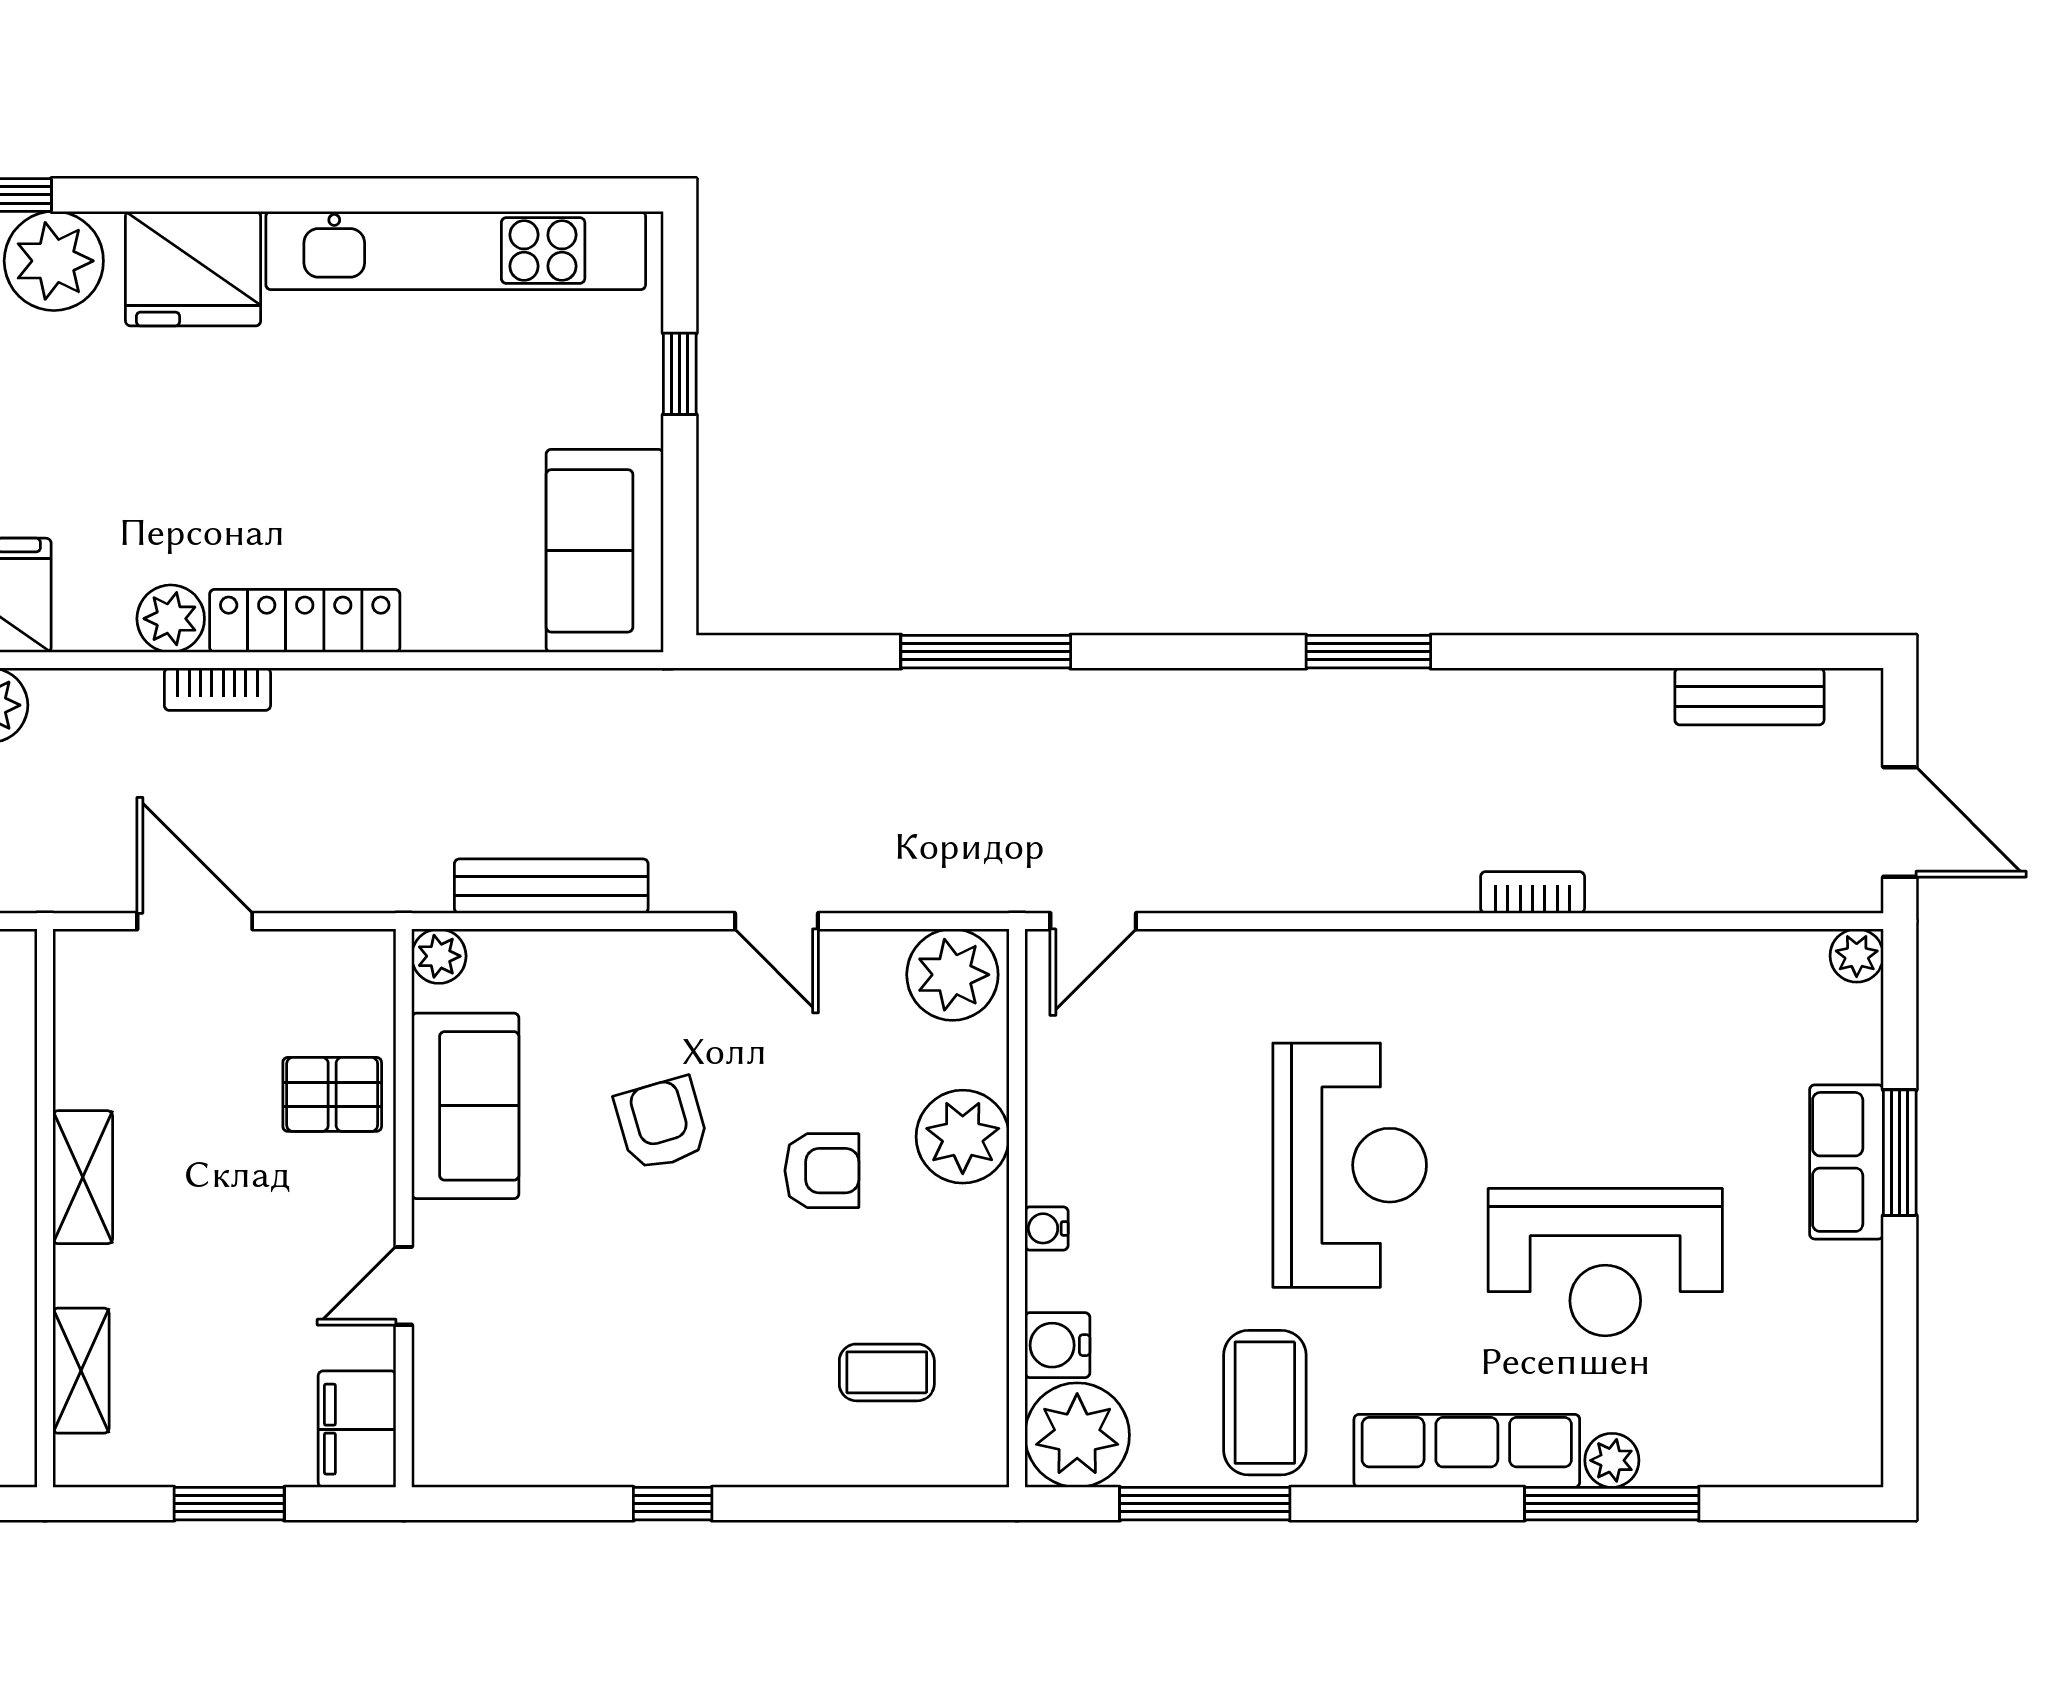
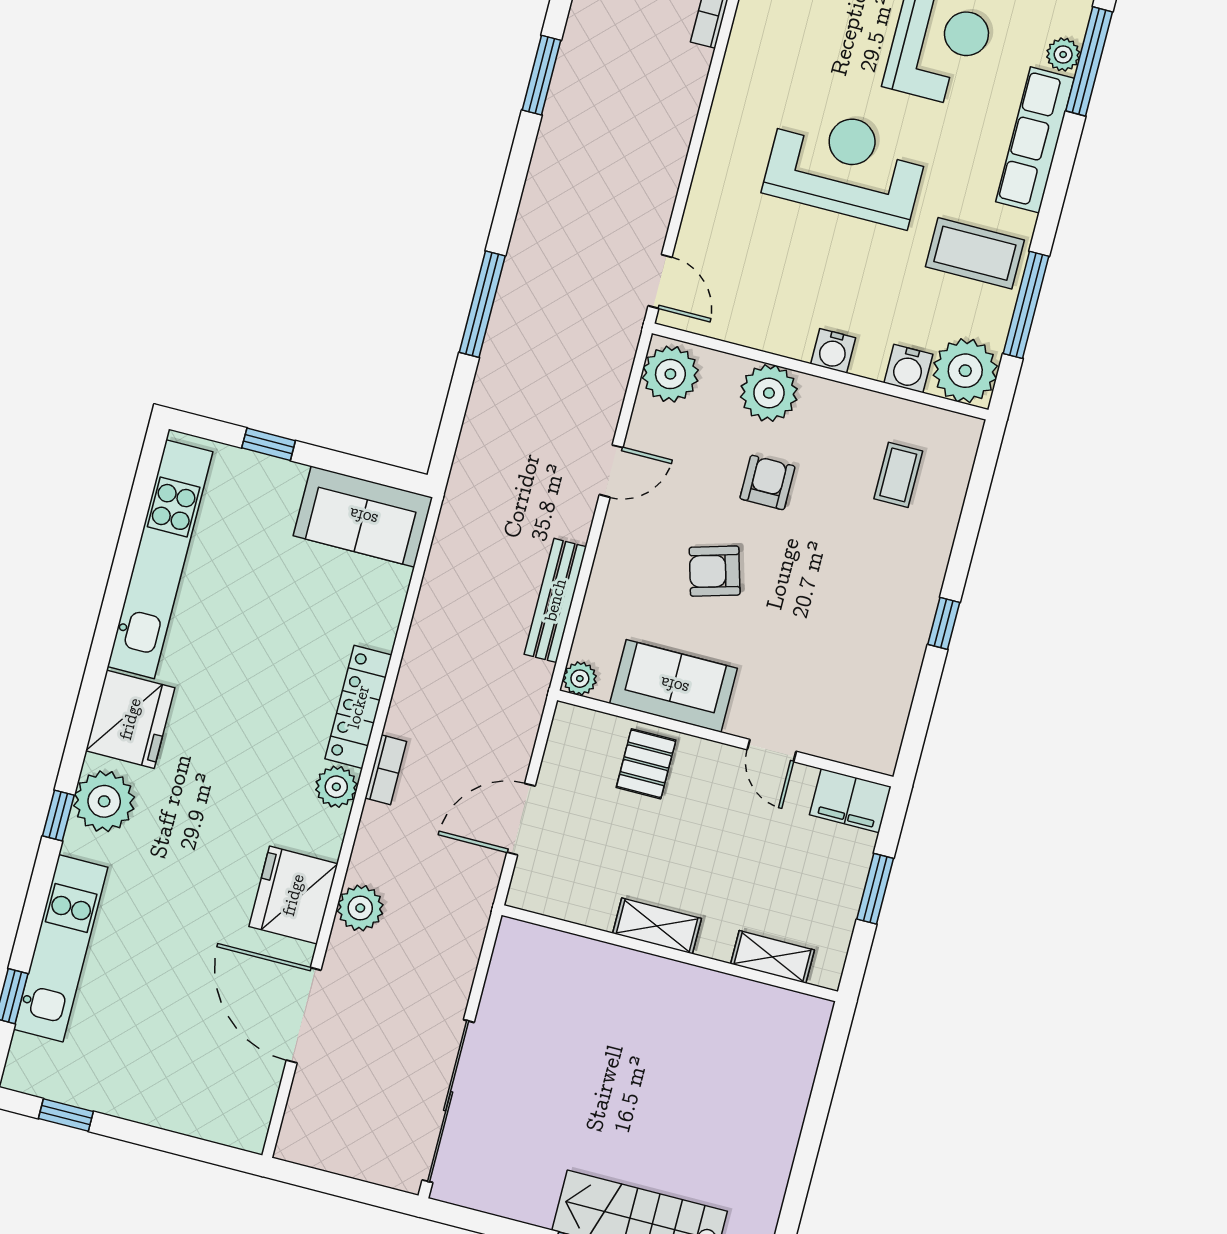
water cooler: (1046, 1228) -> (833, 351), width x1.38, depth x1.38

